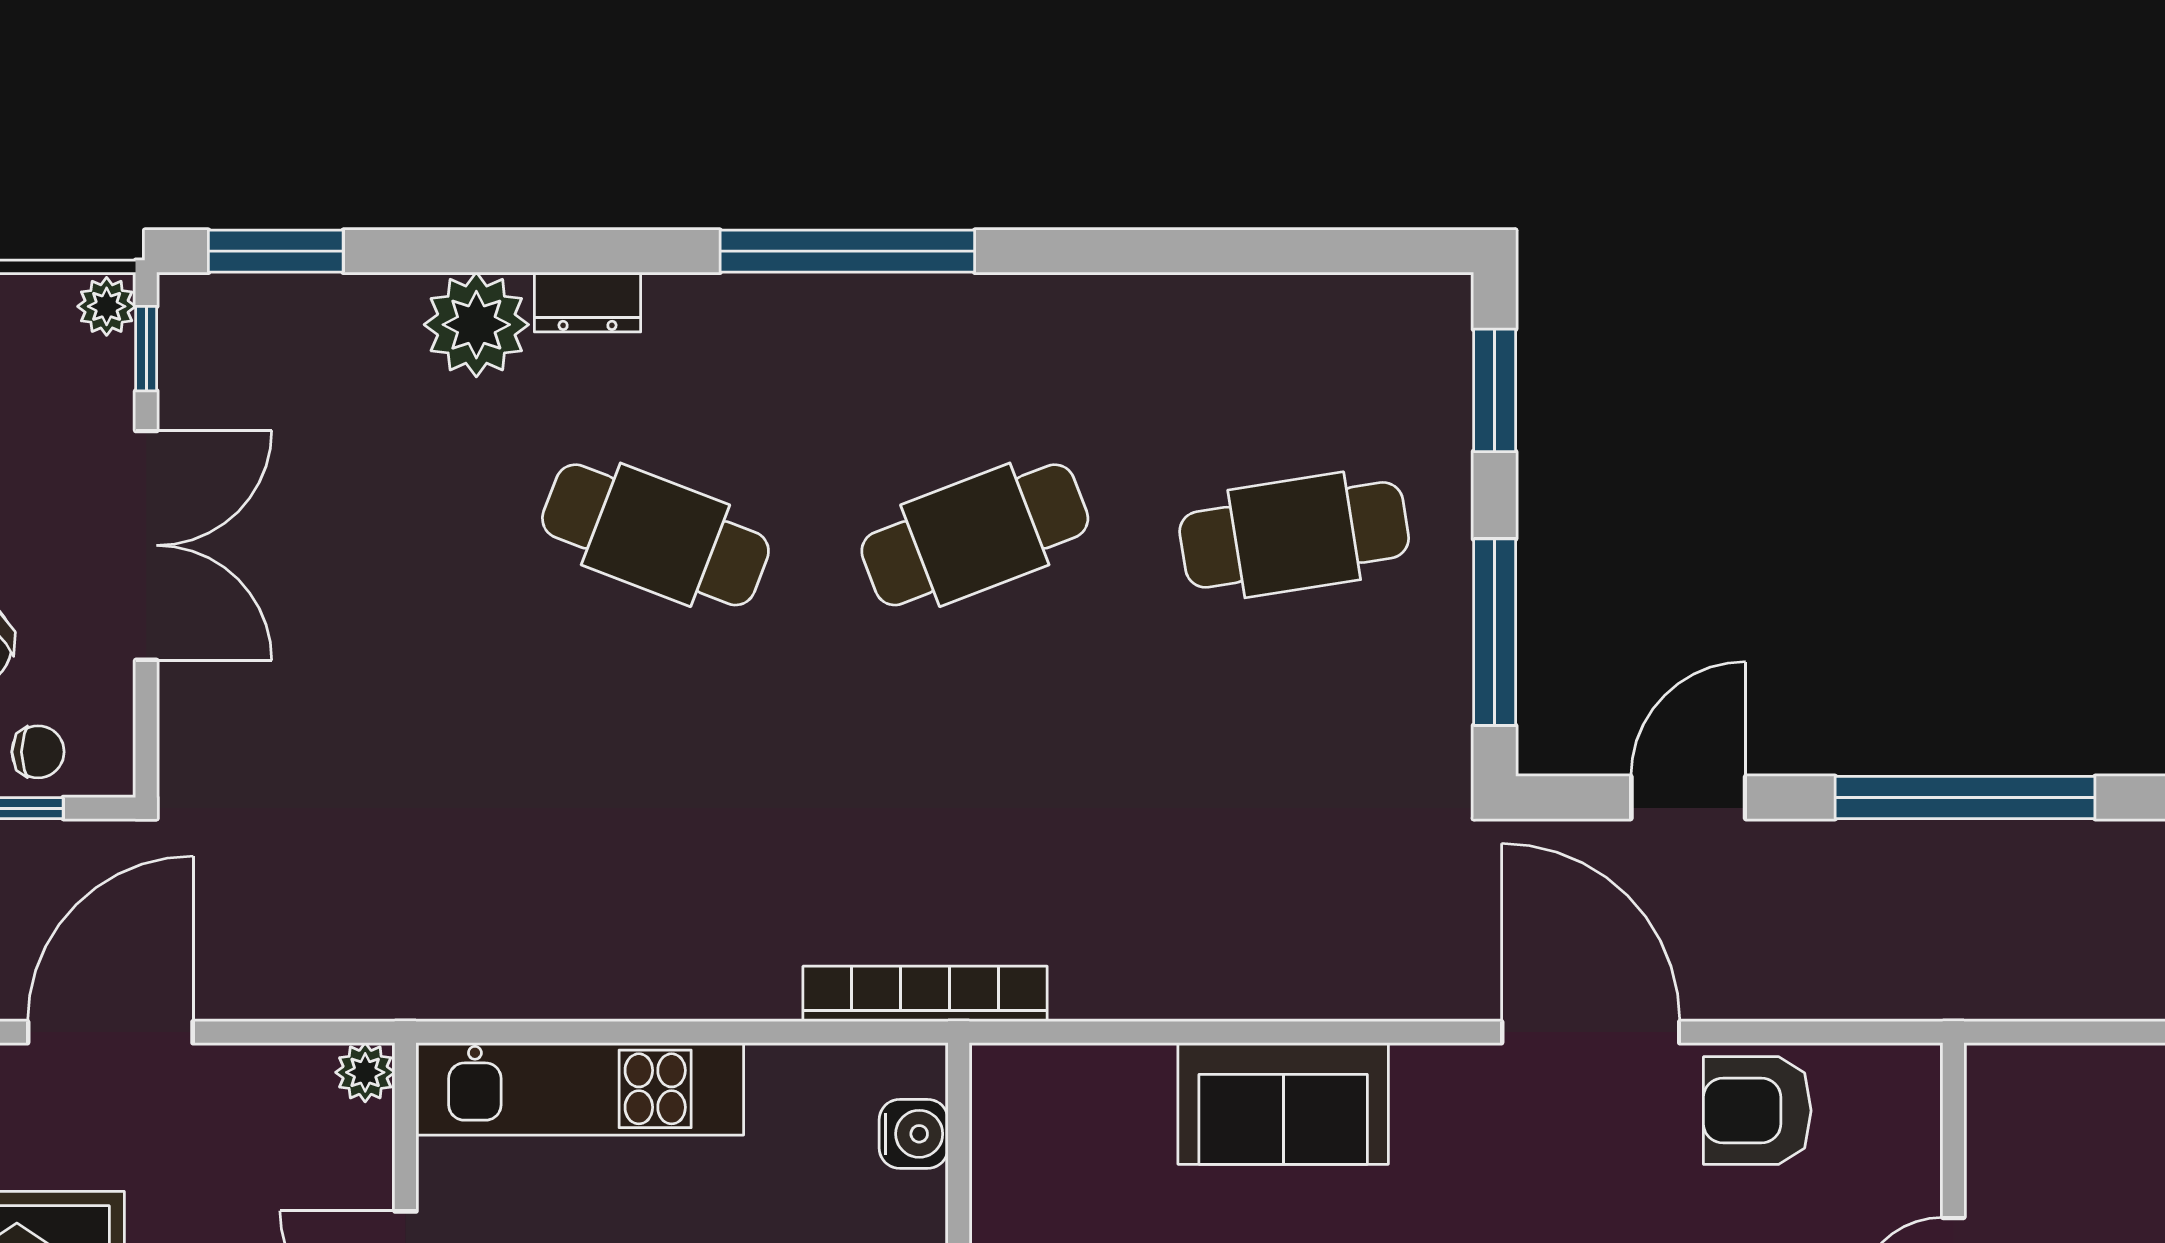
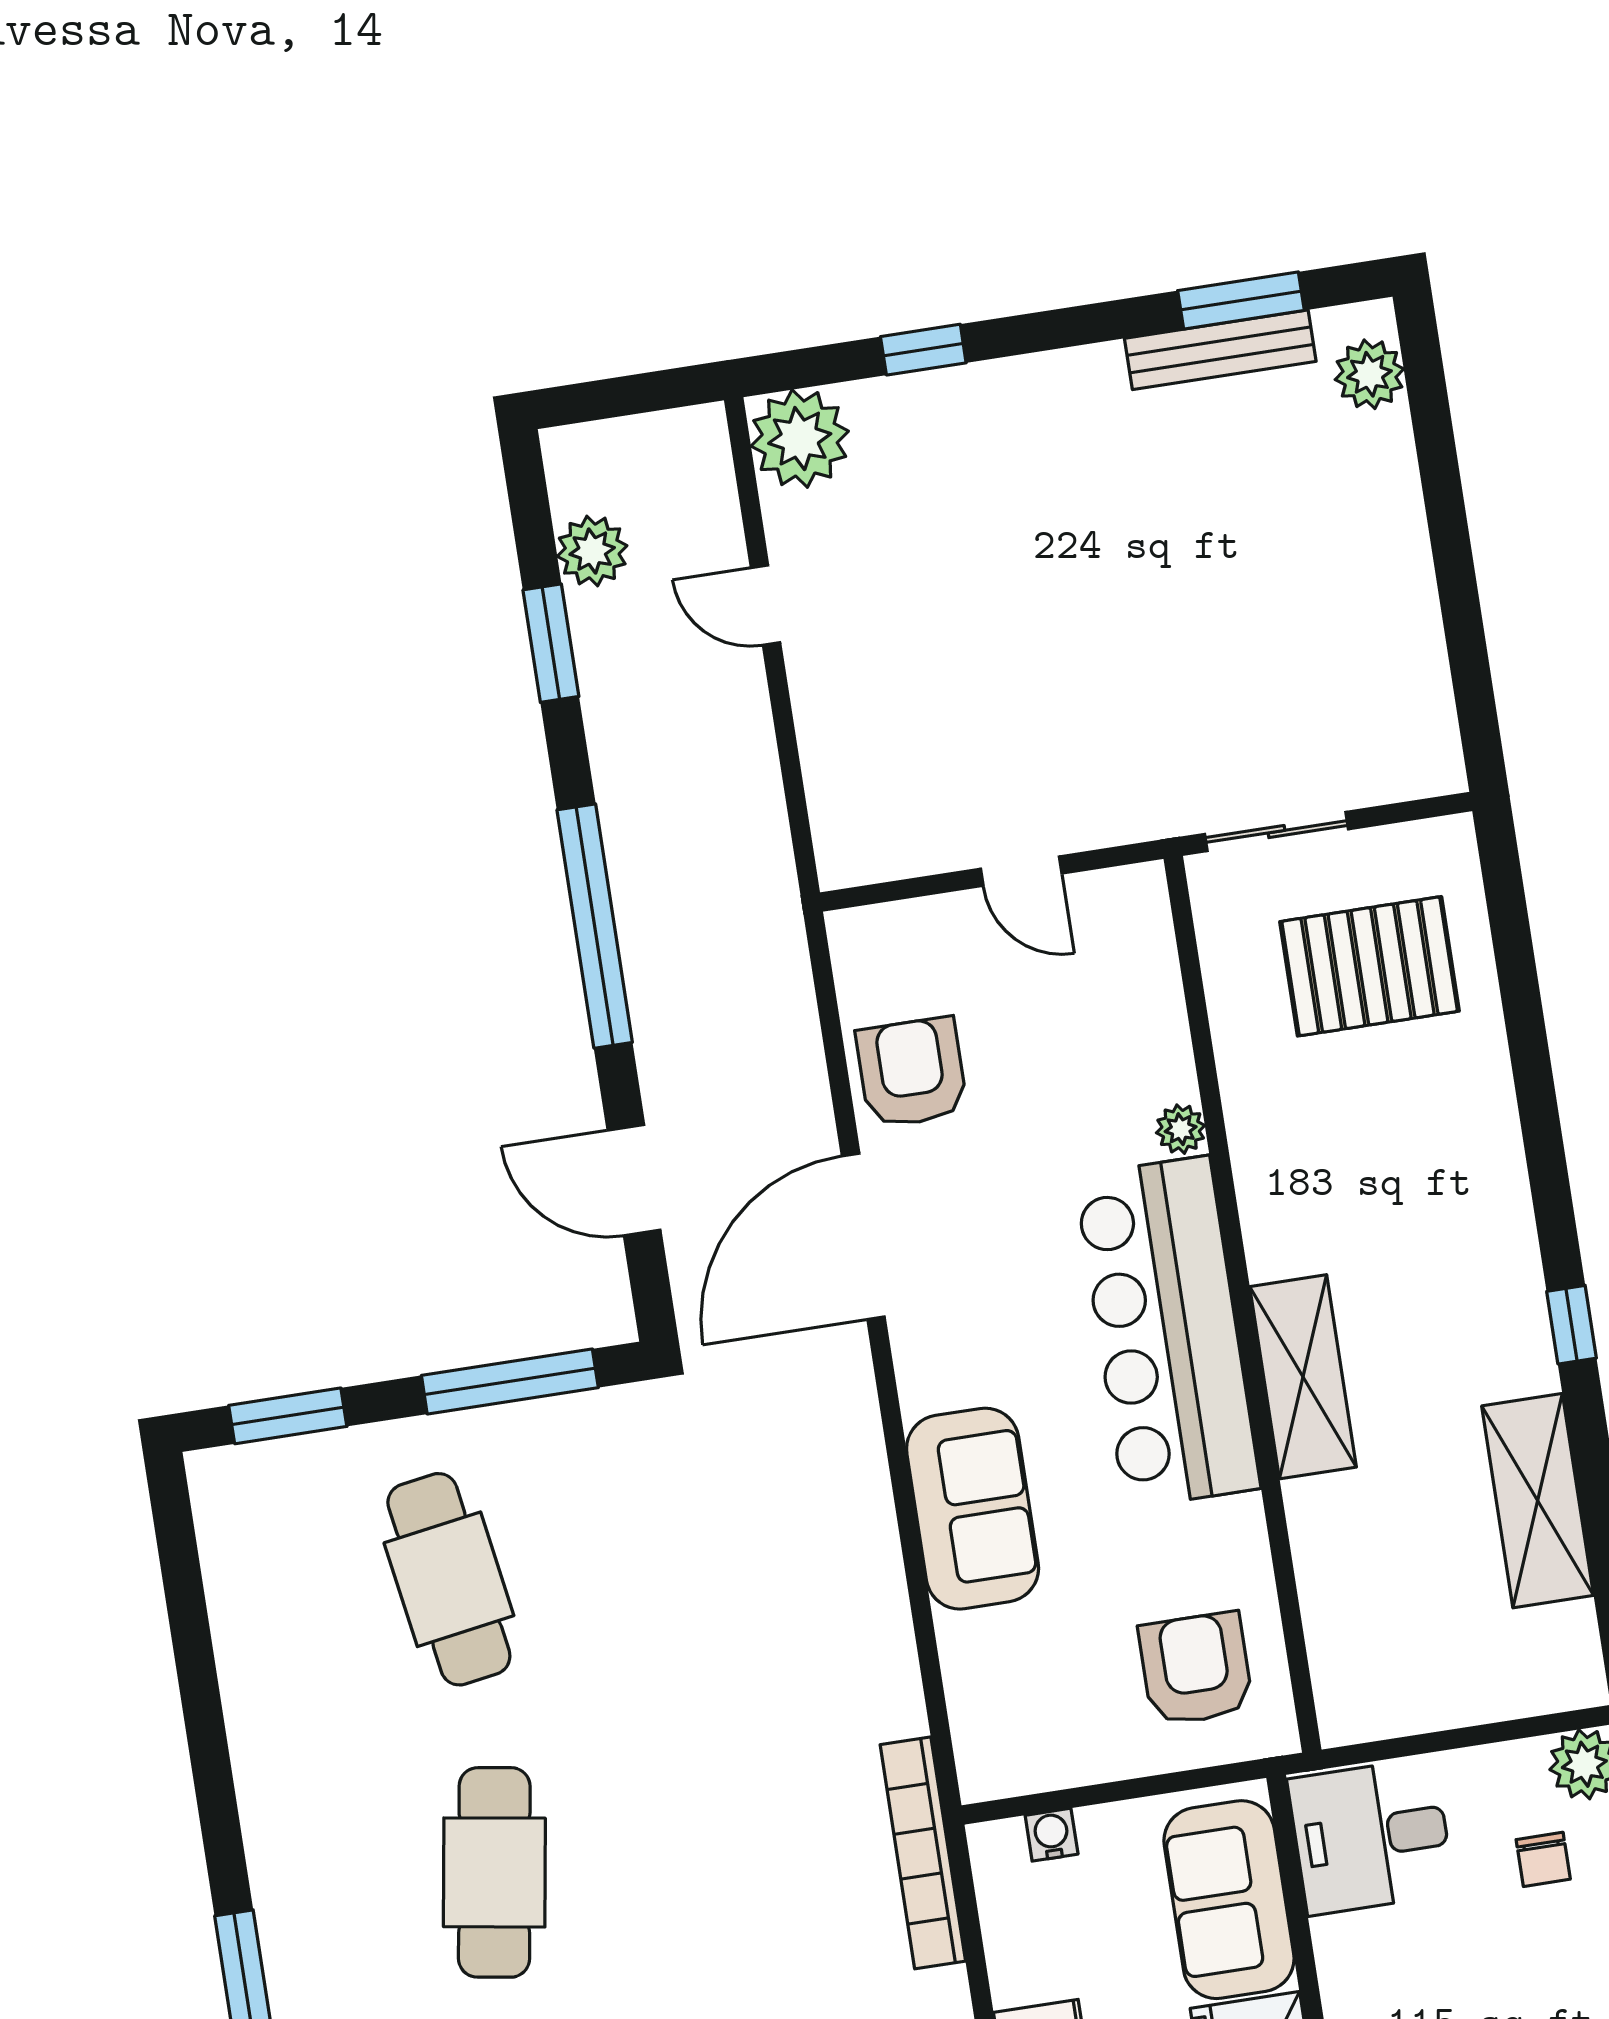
cafe table: (975, 535) -> (494, 1872), turned 30
armchair: (1757, 1111) -> (912, 1072), turned 180
water cooler: (914, 1134) -> (1052, 1835), width x0.72, depth x0.72

